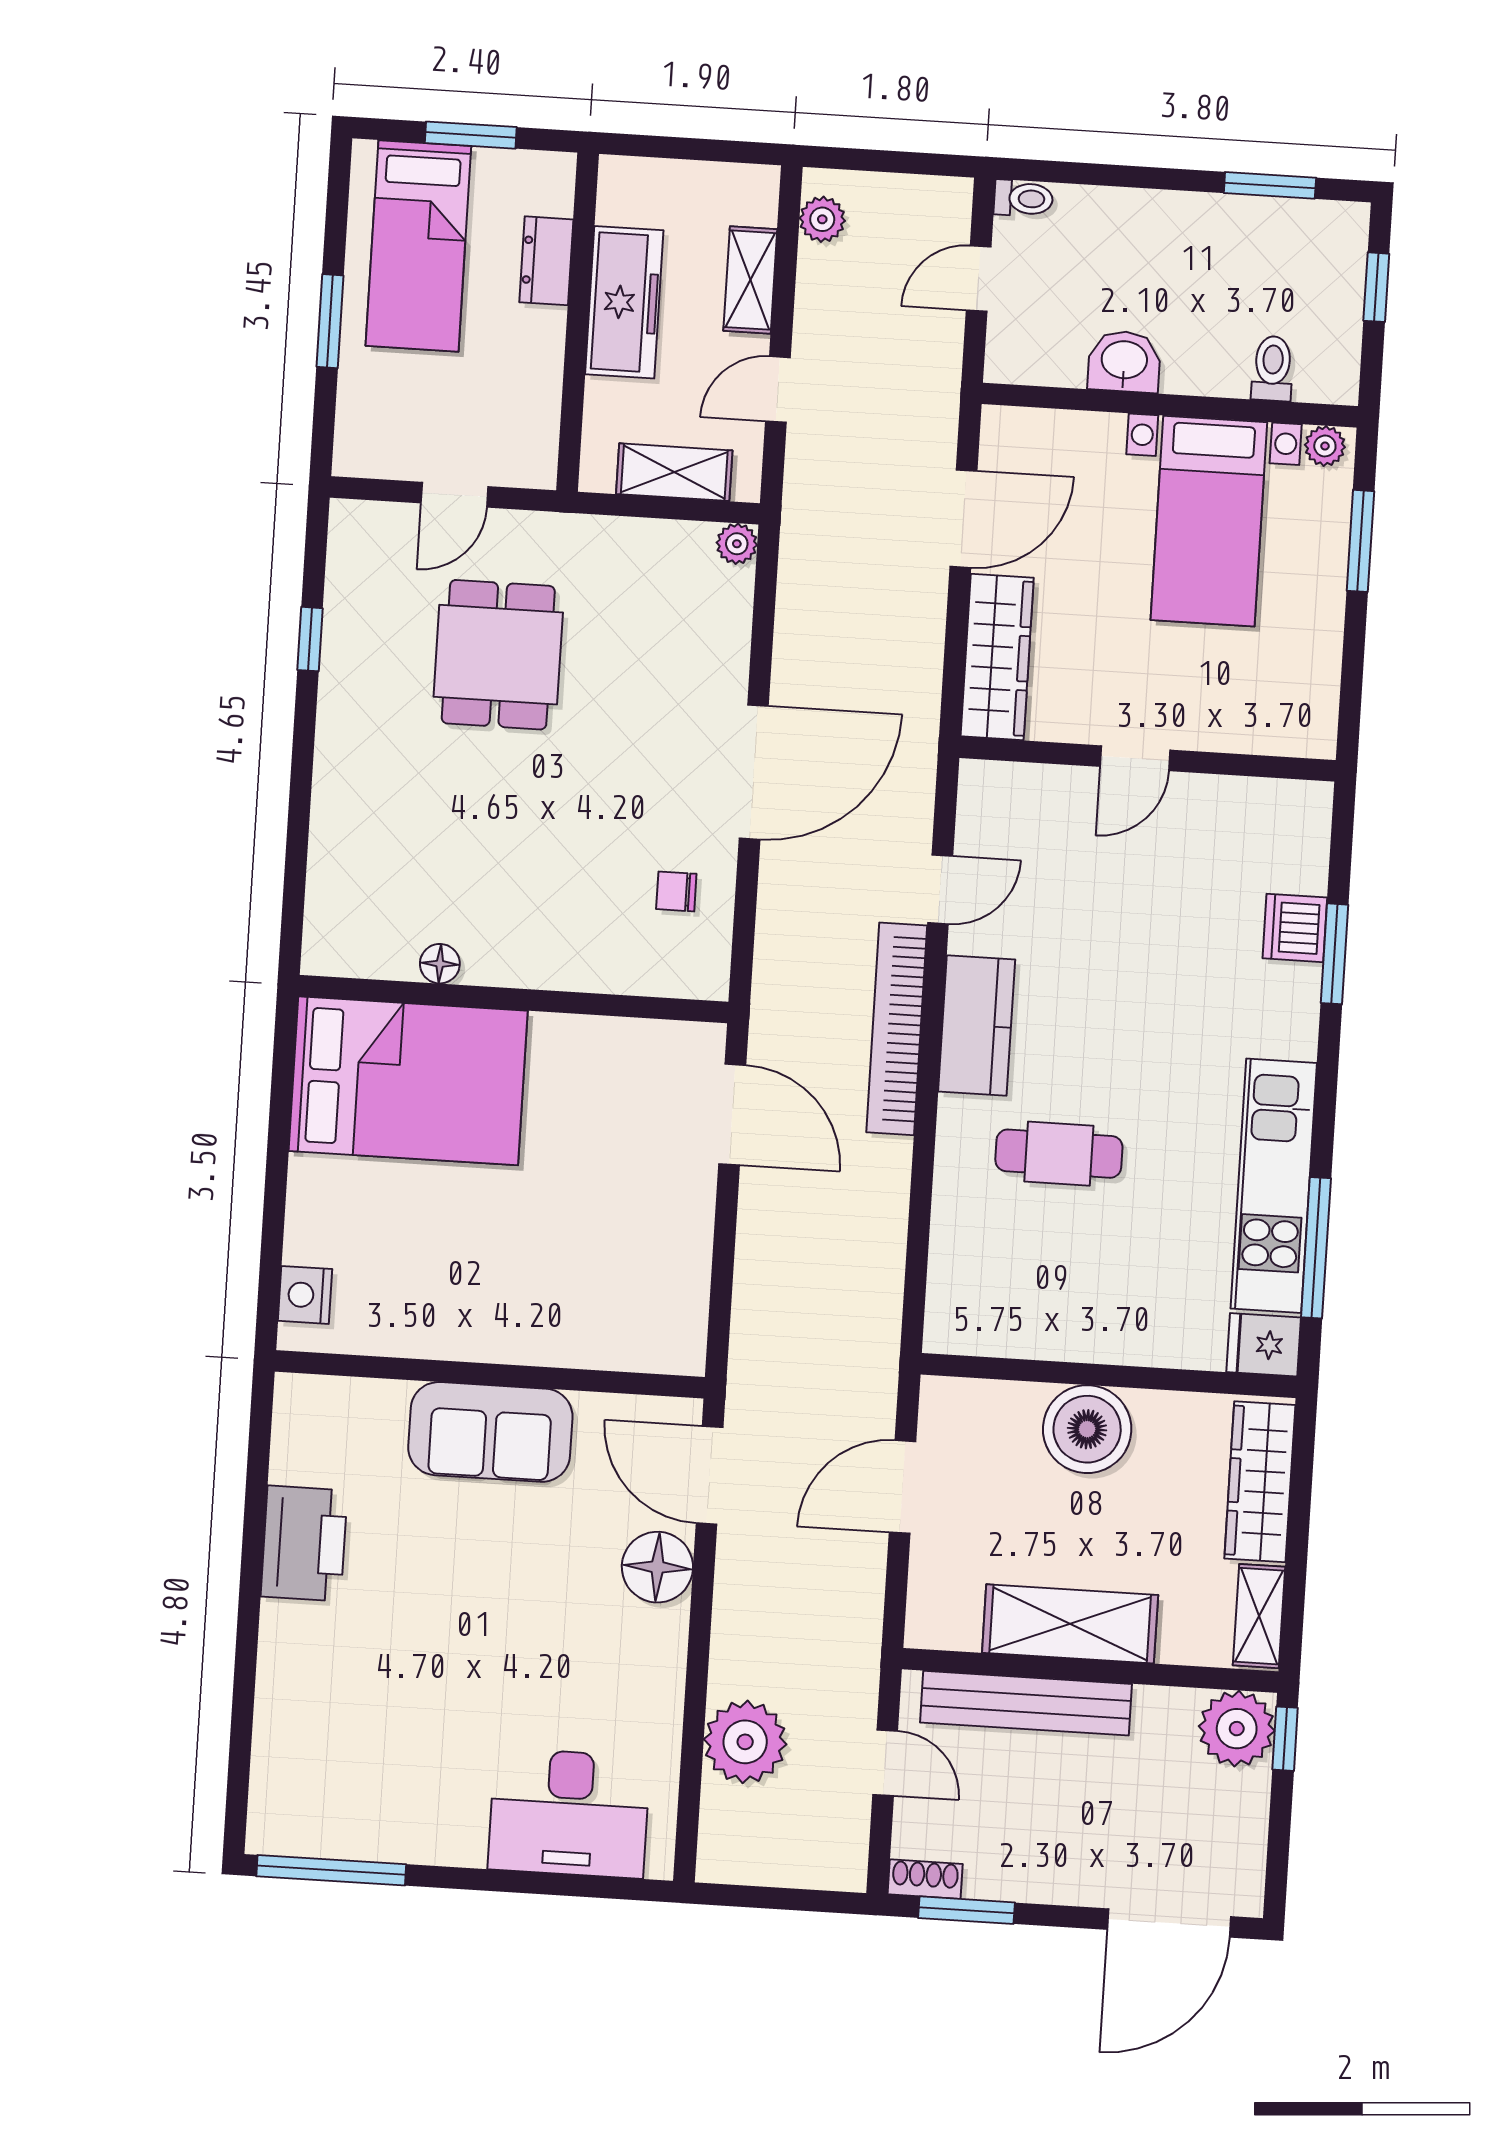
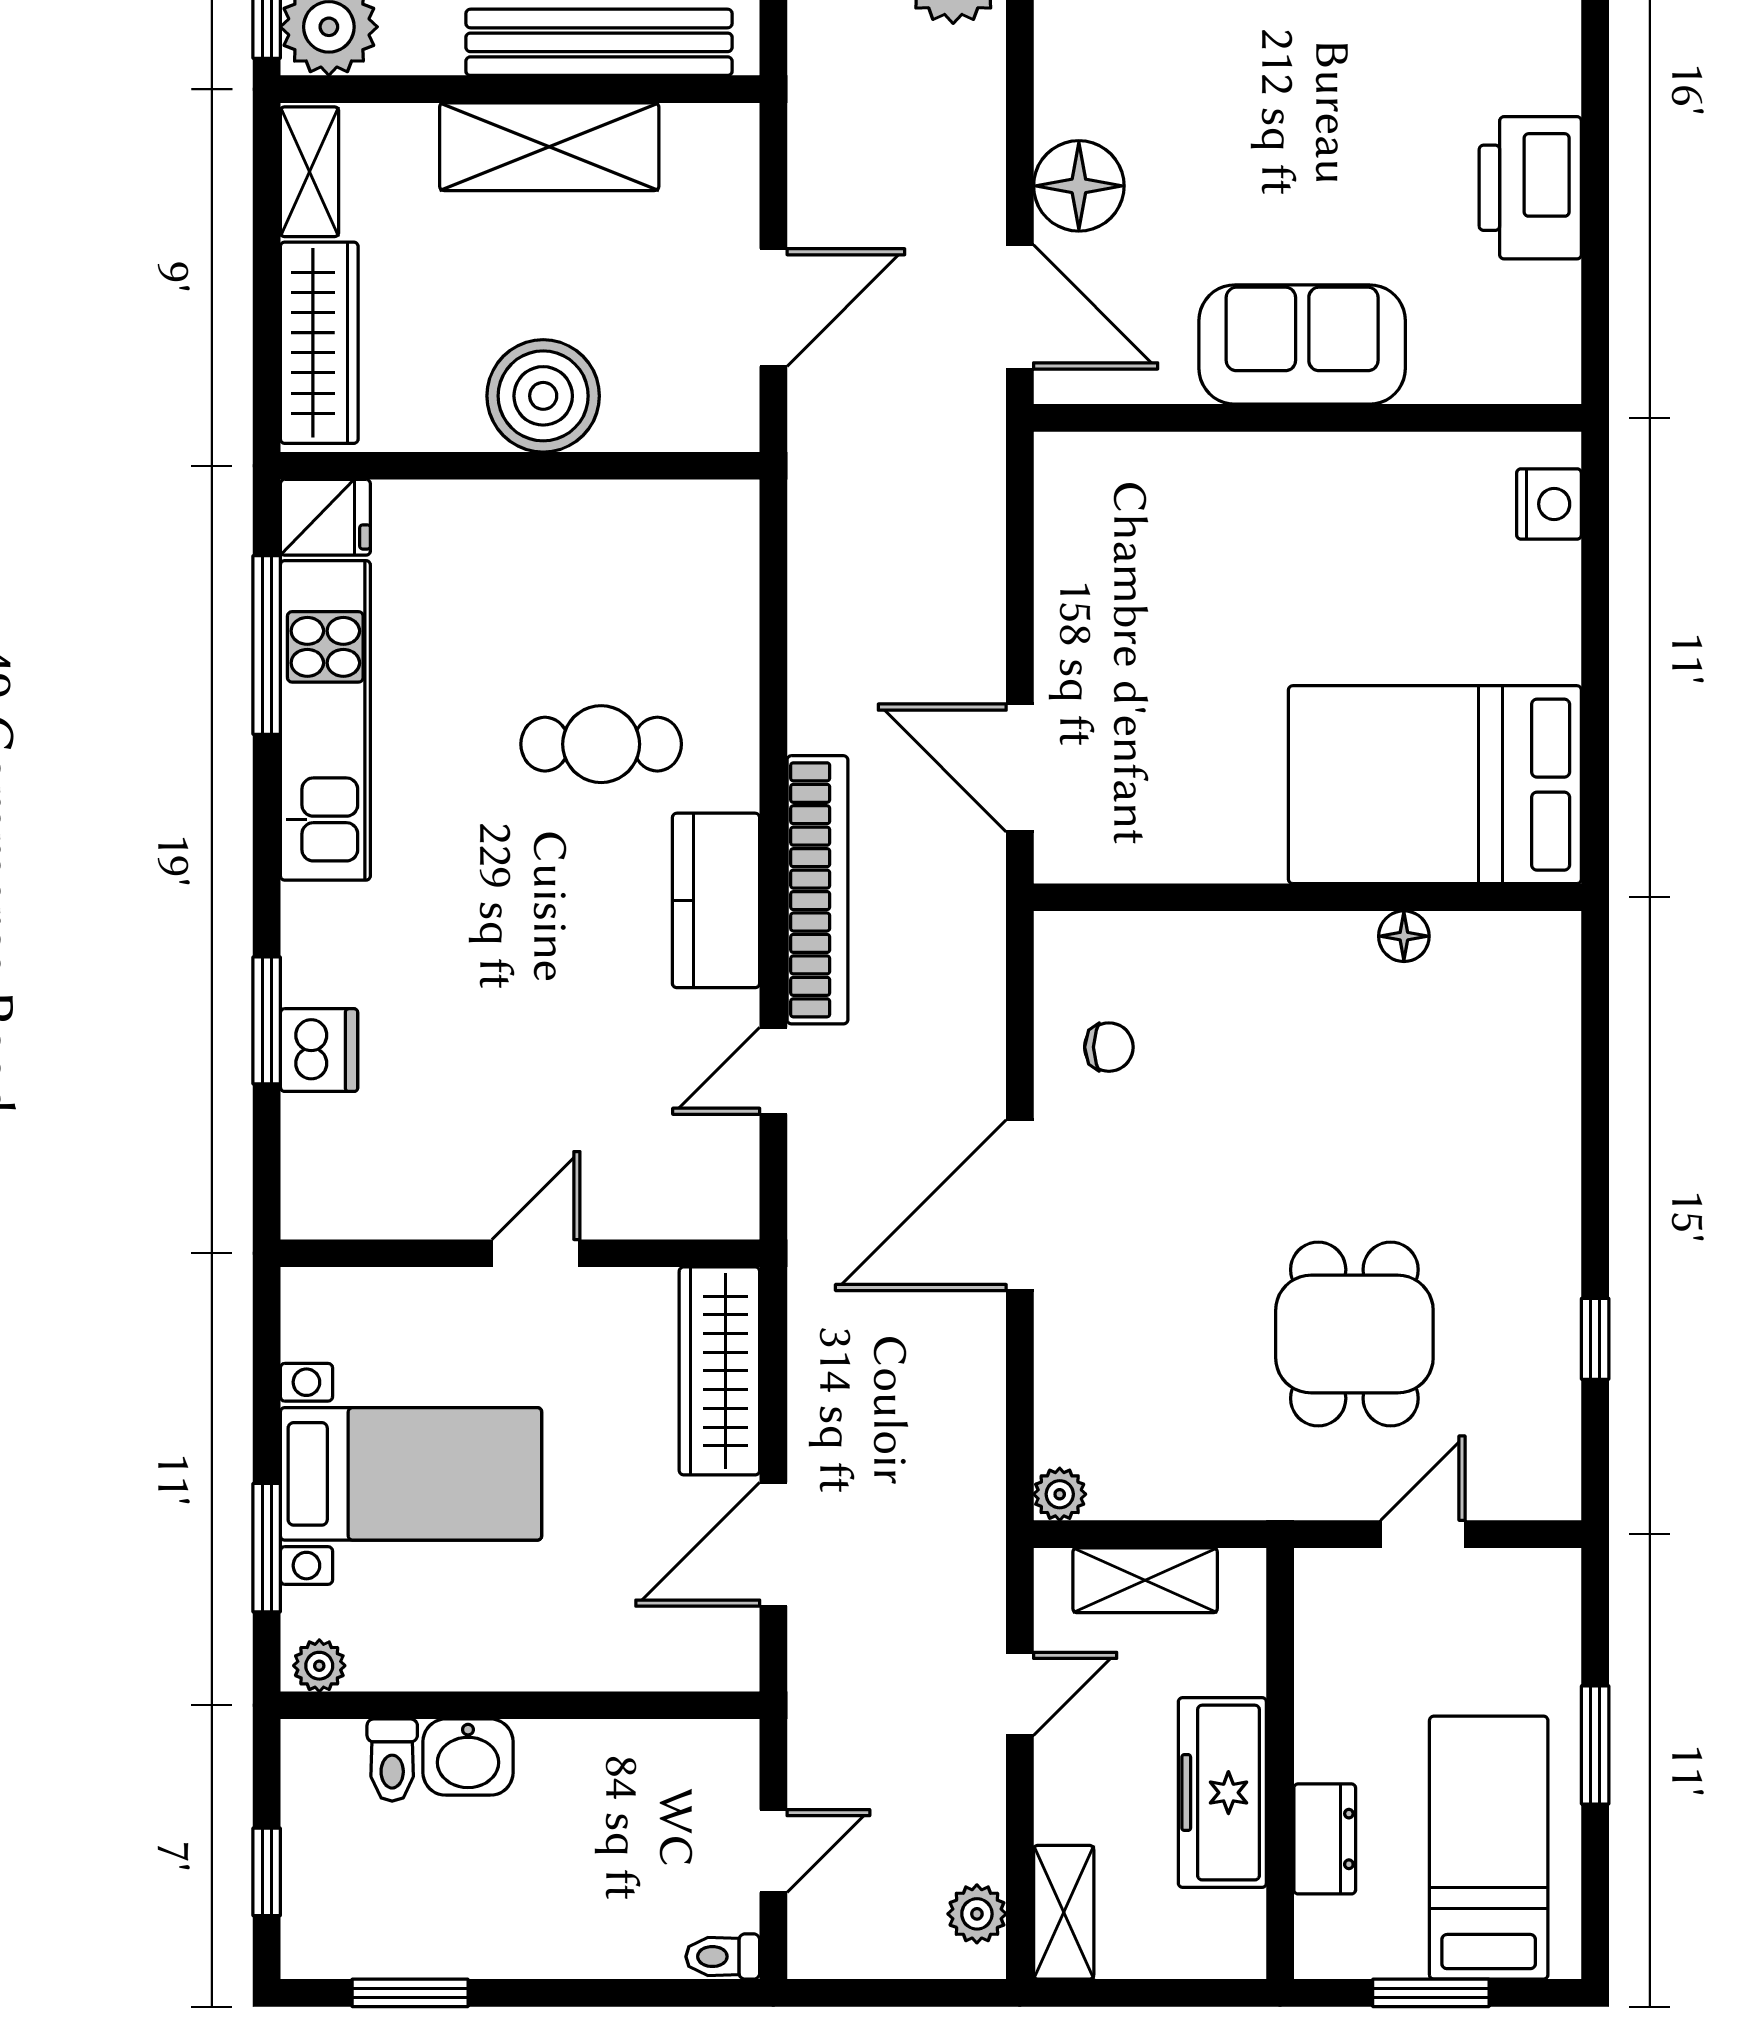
shelving: (750, 280) -> (1064, 1912), moved
washbasin: (1124, 362) -> (468, 1757), moved
bed with nightstands: (1209, 521) -> (411, 1474), moved, turned 90

